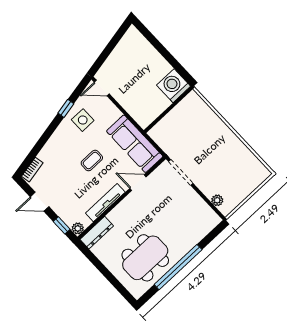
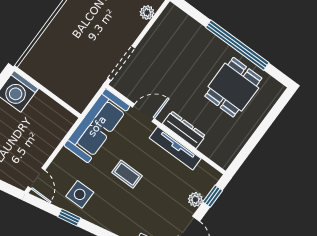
door: (138, 183) -> (143, 113), swing flipped
plant: (78, 228) -> (195, 200), moved
dresser: (97, 233) -> (184, 130), moved
dining table: (145, 258) -> (233, 87), width x0.73

